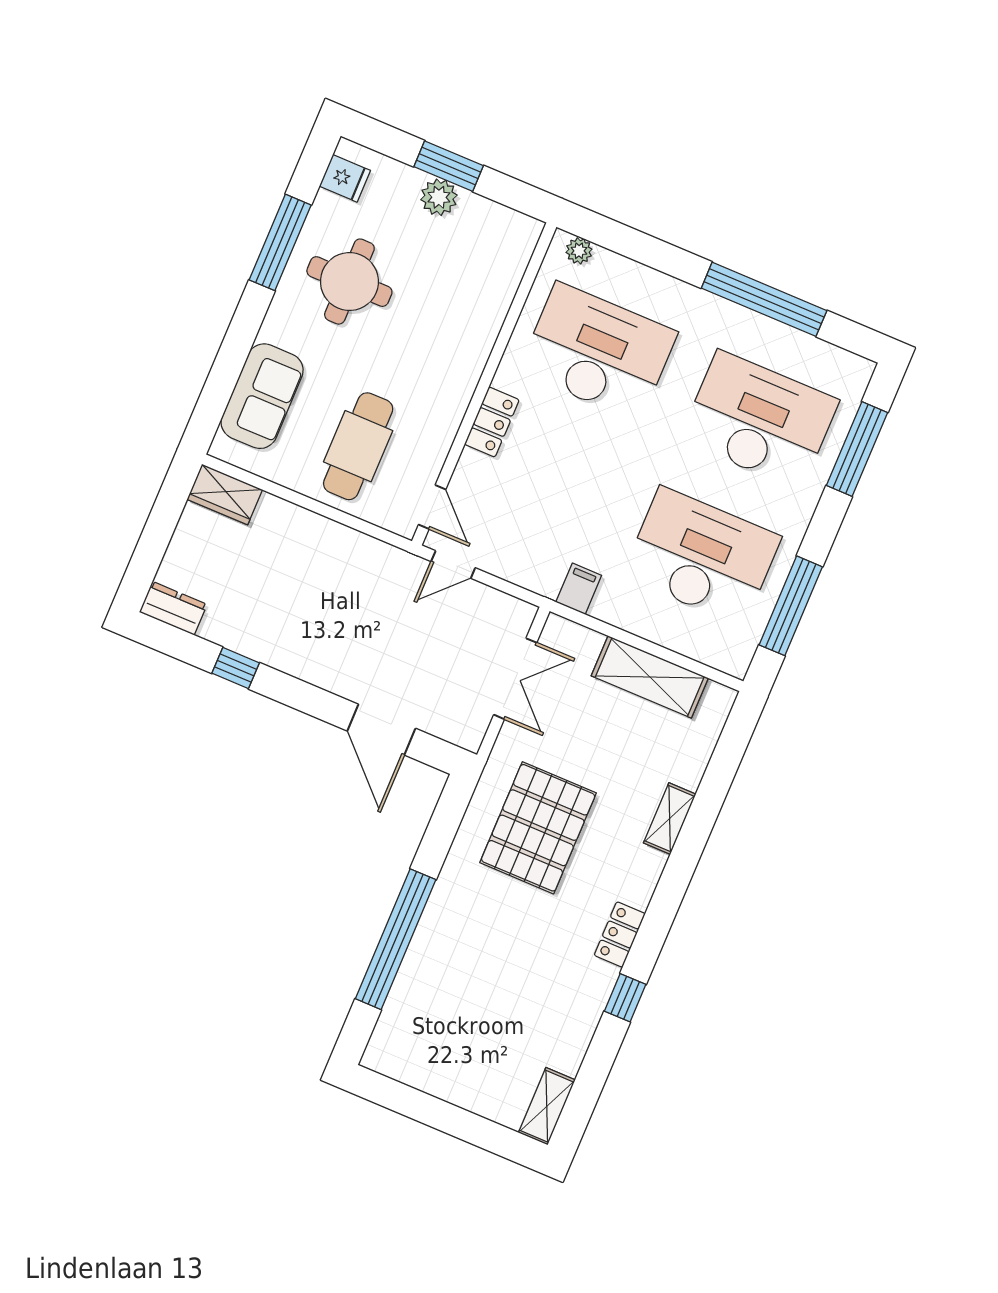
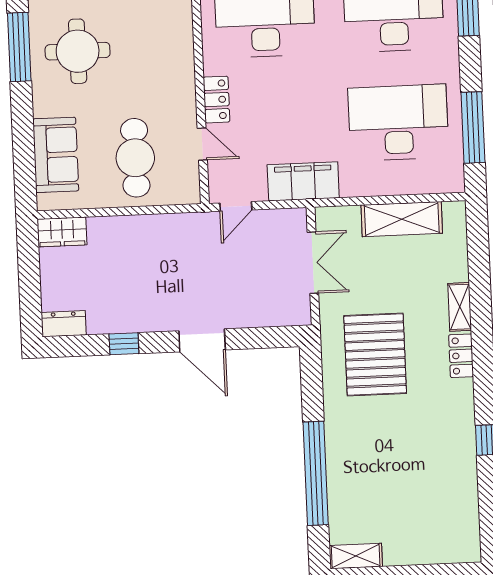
door: (432, 507) -> (202, 144), moved
filing cabinet: (579, 589) -> (303, 181), width x3.00, depth x1.17
door: (381, 730) -> (202, 340), moved
locker: (620, 934) -> (461, 356), moved
shelving: (547, 1106) -> (356, 556), moved, turned 90

